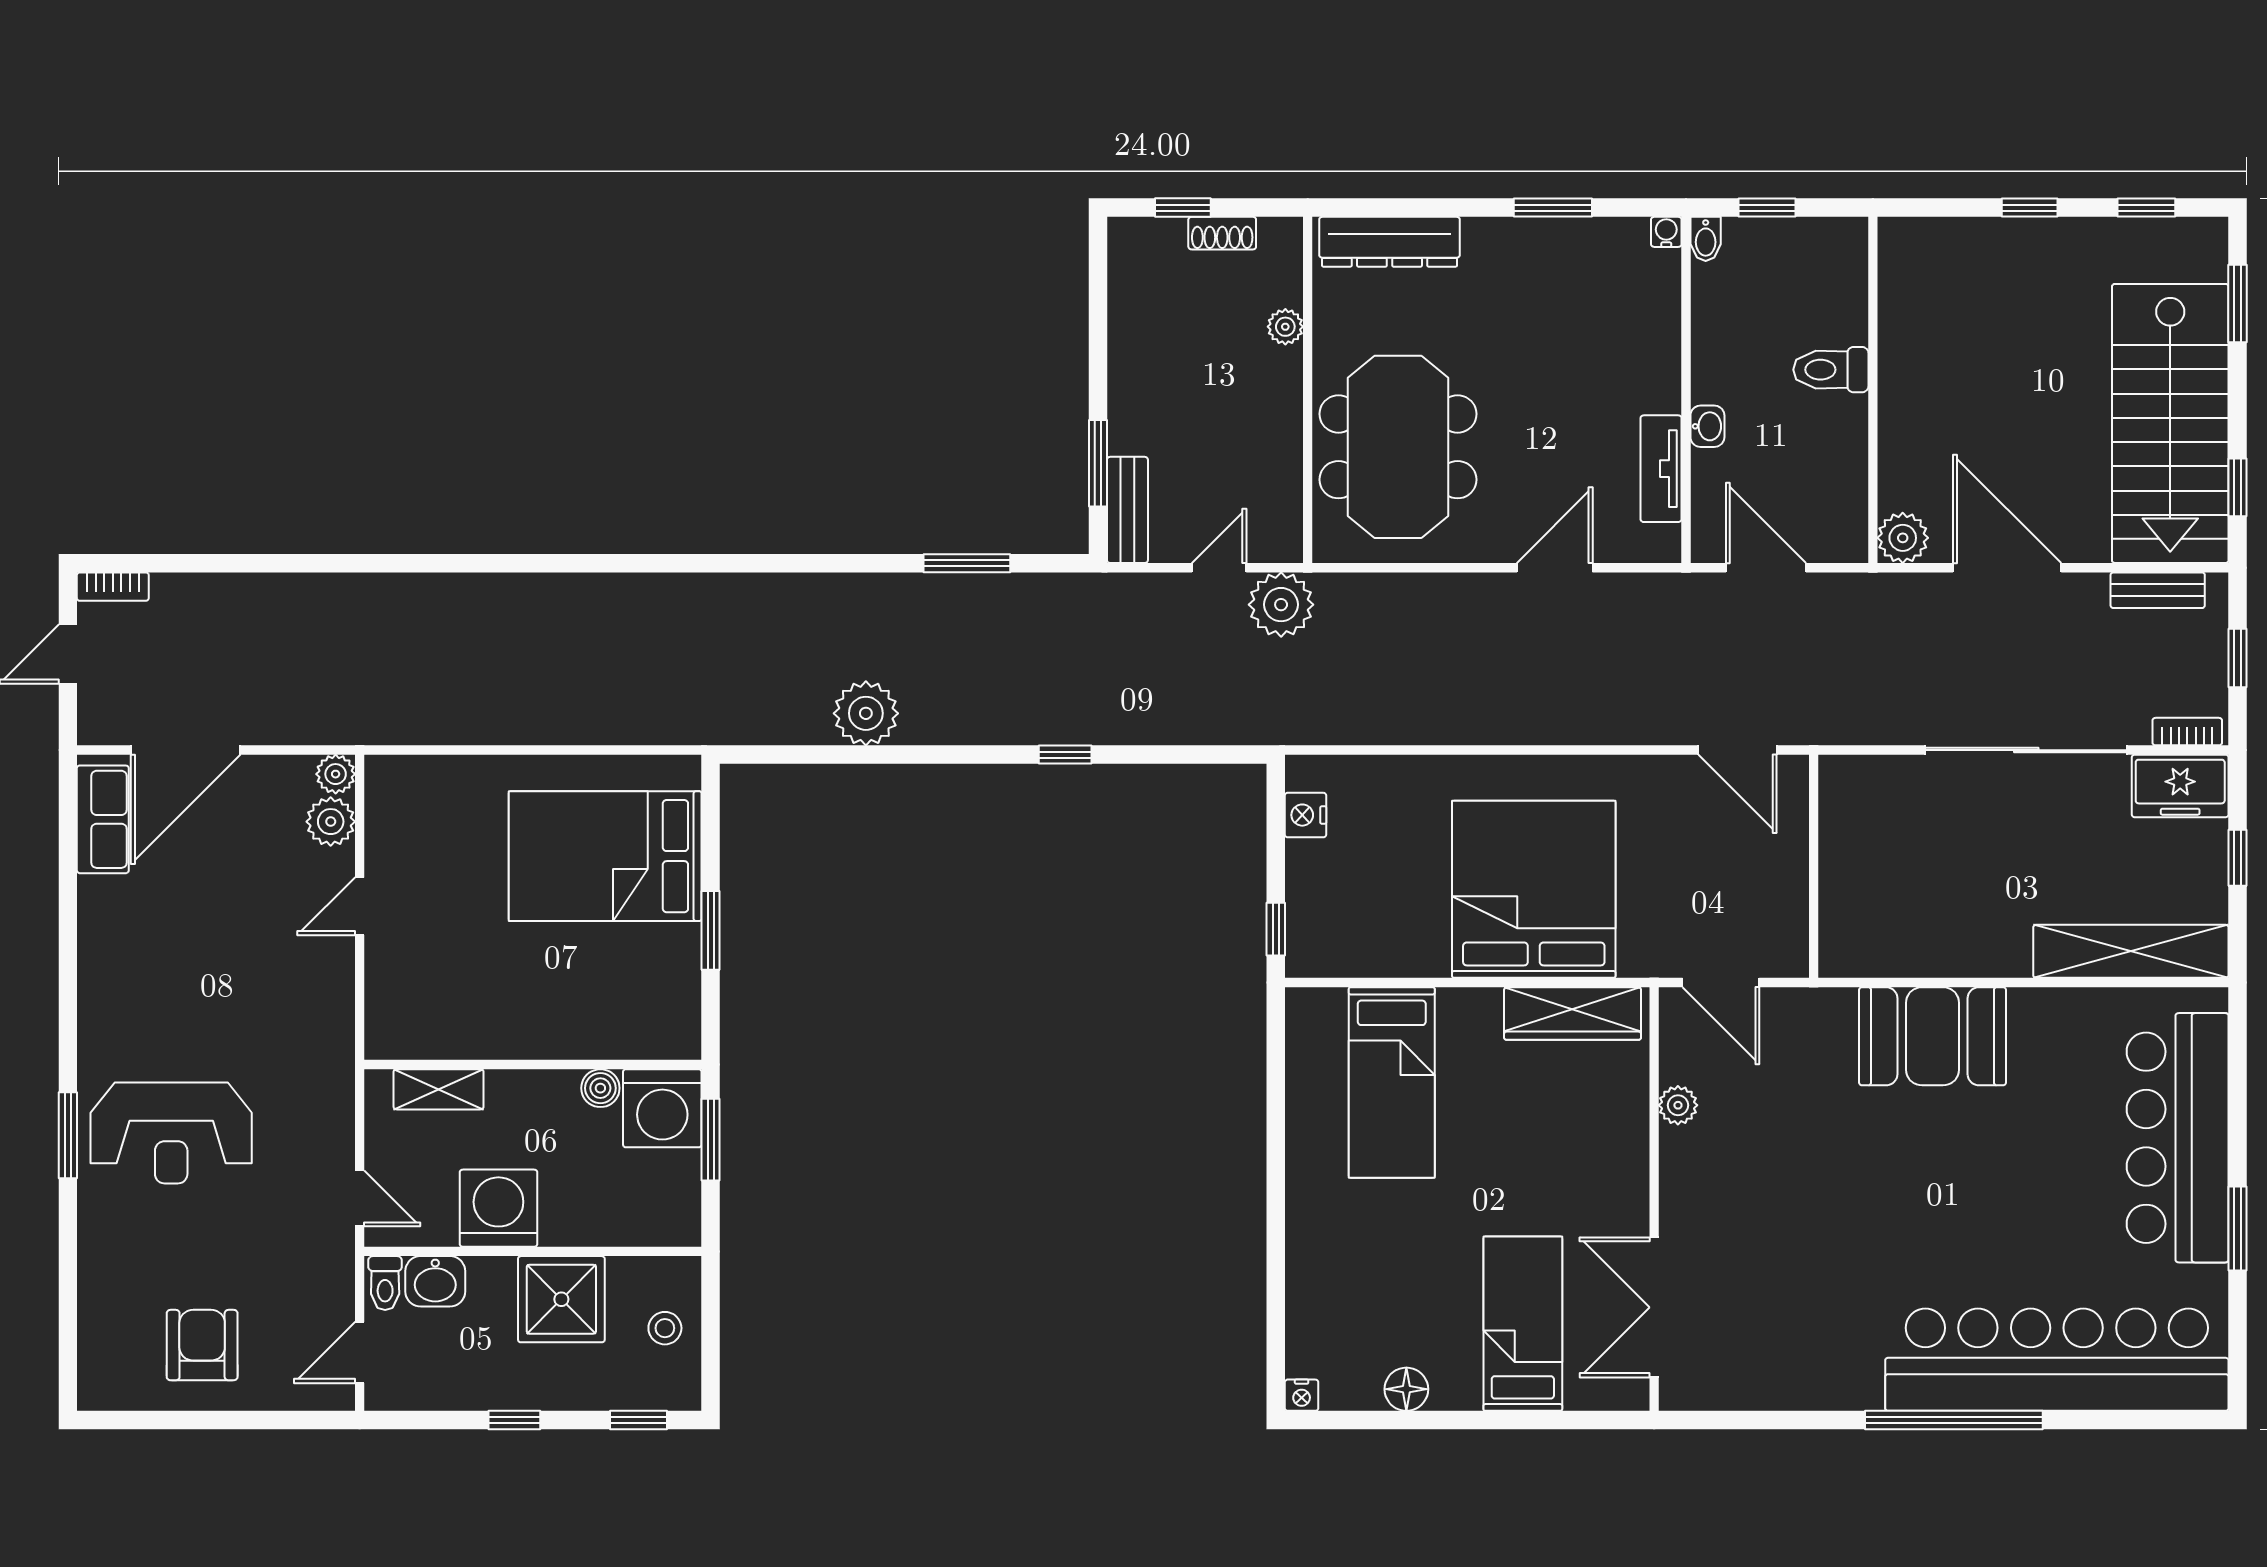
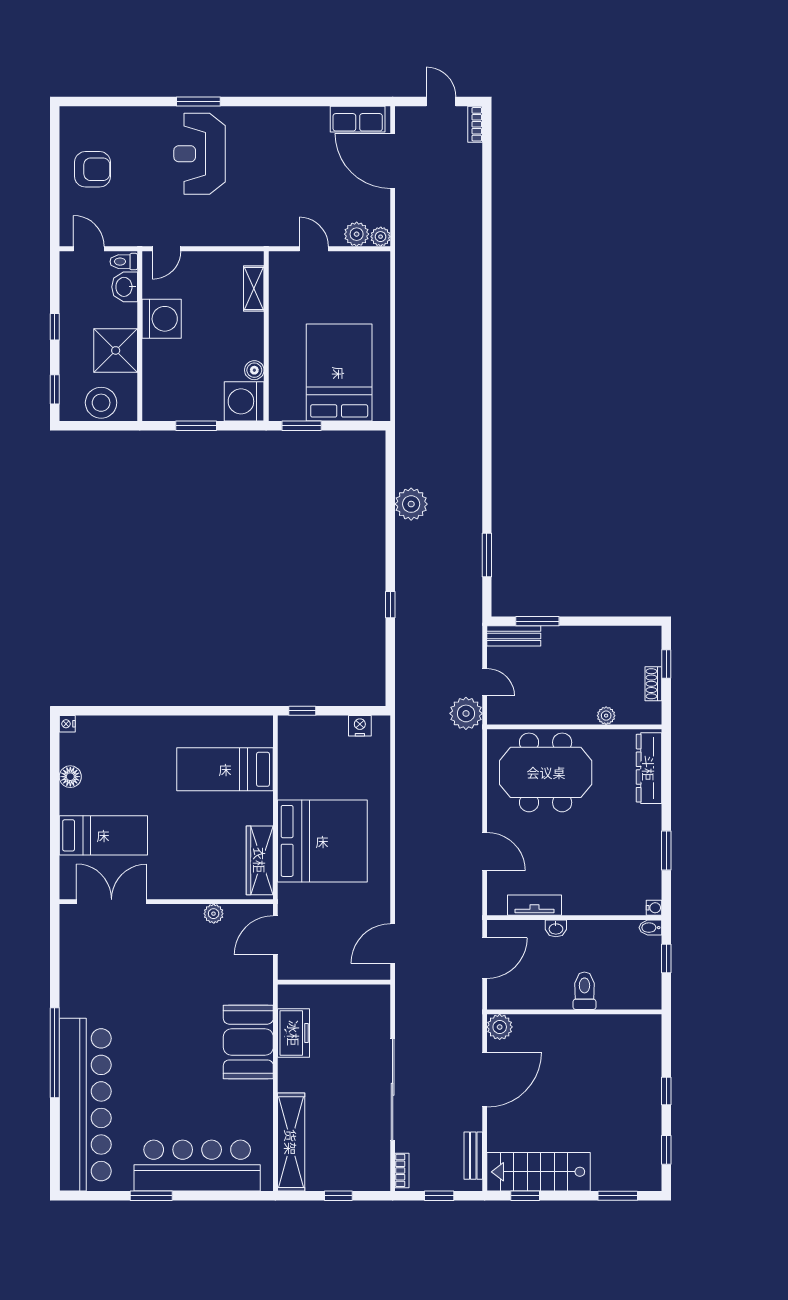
stairs: (2170, 423) -> (539, 1172), width x0.73, depth x0.66
freezer: (2180, 786) -> (294, 1033), moved, turned 180
wall: (533, 1065) -> (266, 336), moved
boiler: (600, 1088) -> (254, 370), moved
shelving: (439, 1089) -> (254, 289), moved
washing machine: (662, 1108) -> (244, 401), moved
stool: (665, 1328) -> (101, 403), width x1.89, depth x1.89

